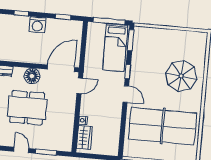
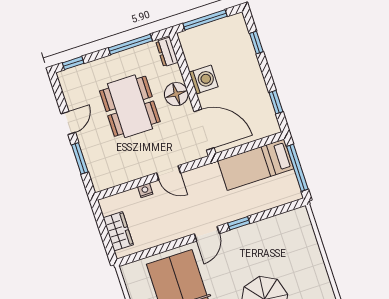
washing machine: (37, 25) -> (204, 80), moved, turned 180
window: (131, 40) -> (284, 209), removed
bed: (115, 47) -> (256, 165), moved
door: (80, 86) -> (168, 173), moved
wardrobe: (84, 137) -> (118, 231), moved, turned -90

